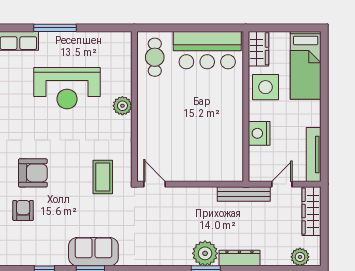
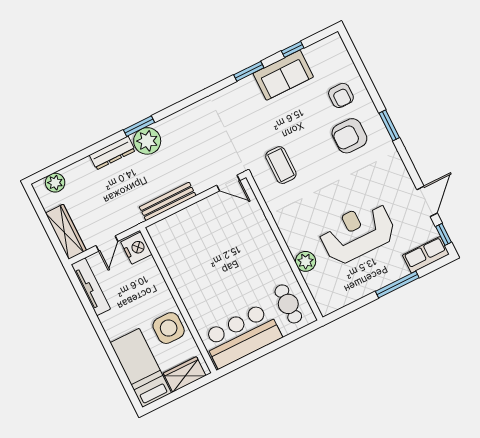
wardrobe: (258, 49) -> (185, 374), moved, turned 90
plant: (122, 106) -> (306, 261), moved
nightstand: (259, 133) -> (136, 248), moved
bench: (244, 194) -> (168, 201), moved
sofa: (93, 252) -> (283, 75), moved

